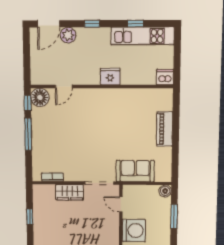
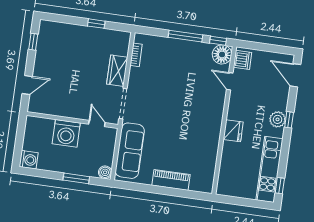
window: (135, 24) -> (280, 186), moved
plant: (68, 35) -> (278, 119), moved
dishwasher: (165, 77) -> (242, 60), moved
sofa: (135, 171) -> (130, 151), width x1.36
door: (121, 204) -> (97, 123), hinge flipped

